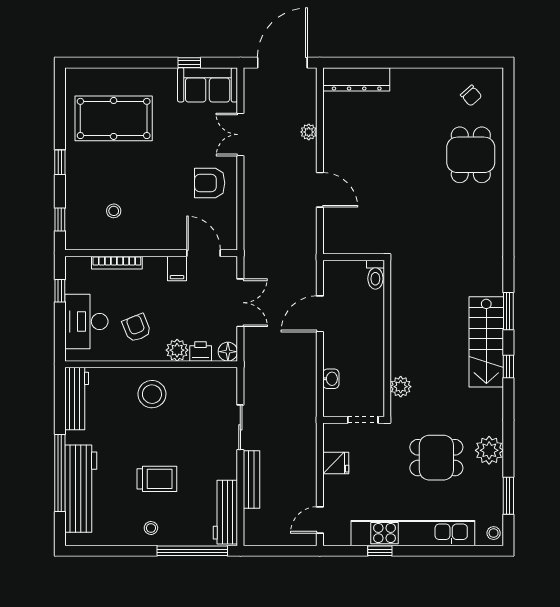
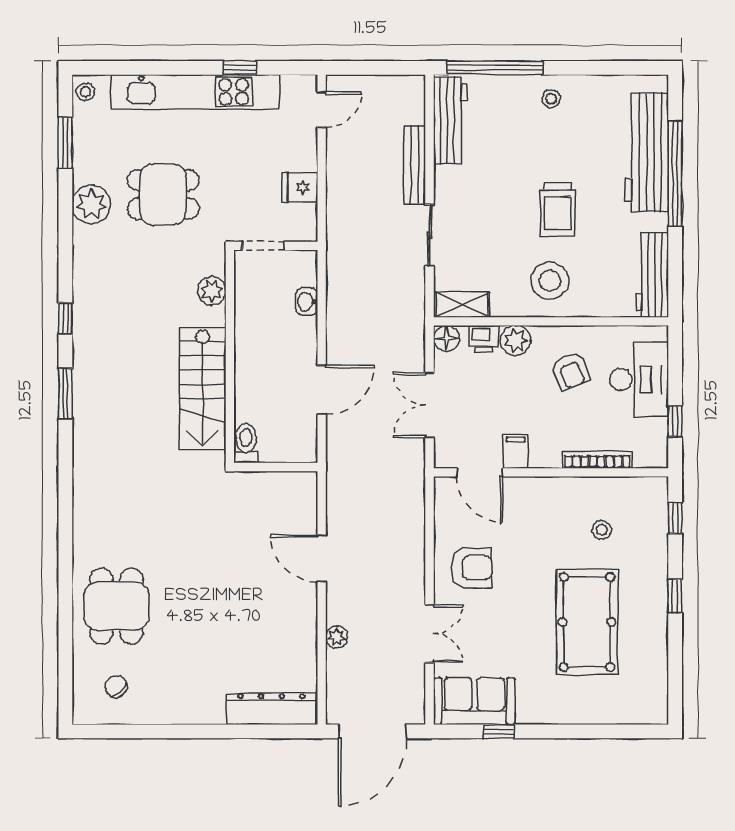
pool table: (114, 118) -> (587, 622), moved, turned 90
stairs: (486, 342) -> (203, 388), moved, turned 180
shelving: (217, 377) -> (462, 305), added
trolley: (157, 479) -> (558, 210), moved, turned -90

